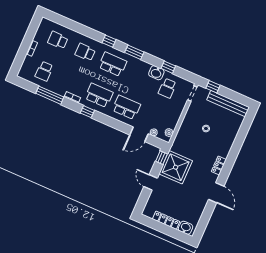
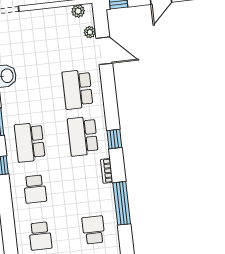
school desk: (44, 71) -> (93, 230), turned -90
school desk: (167, 88) -> (19, 49), removed

